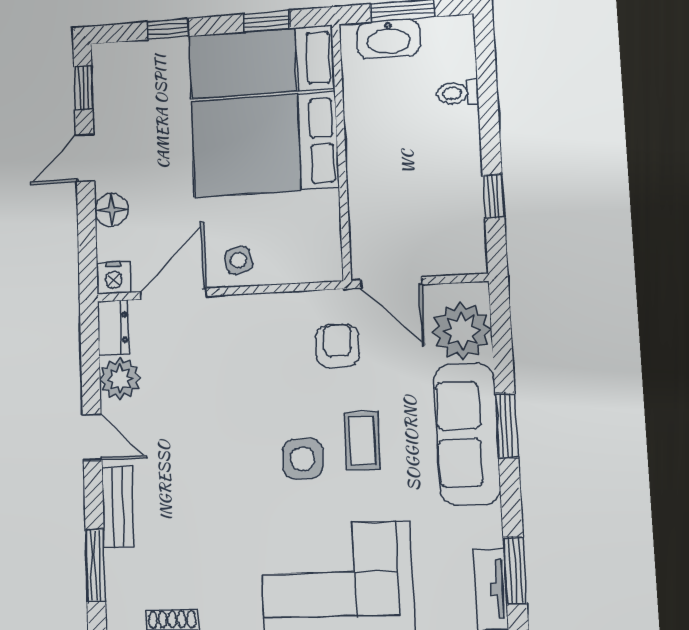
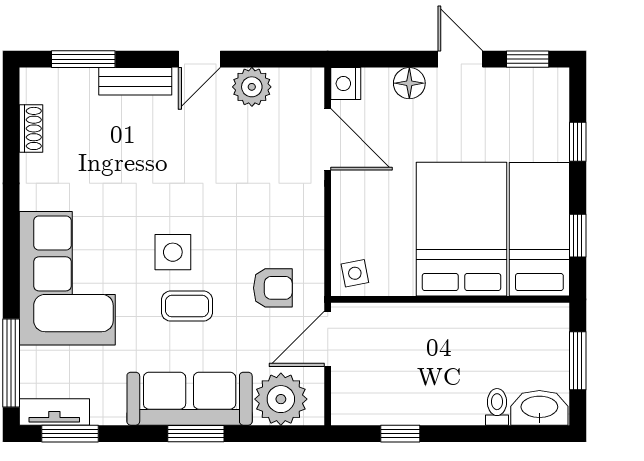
washbasin: (389, 39) -> (539, 408), moved, turned 90
side table: (238, 261) -> (355, 273), moved
dresser: (113, 328) -> (299, 82), removed

